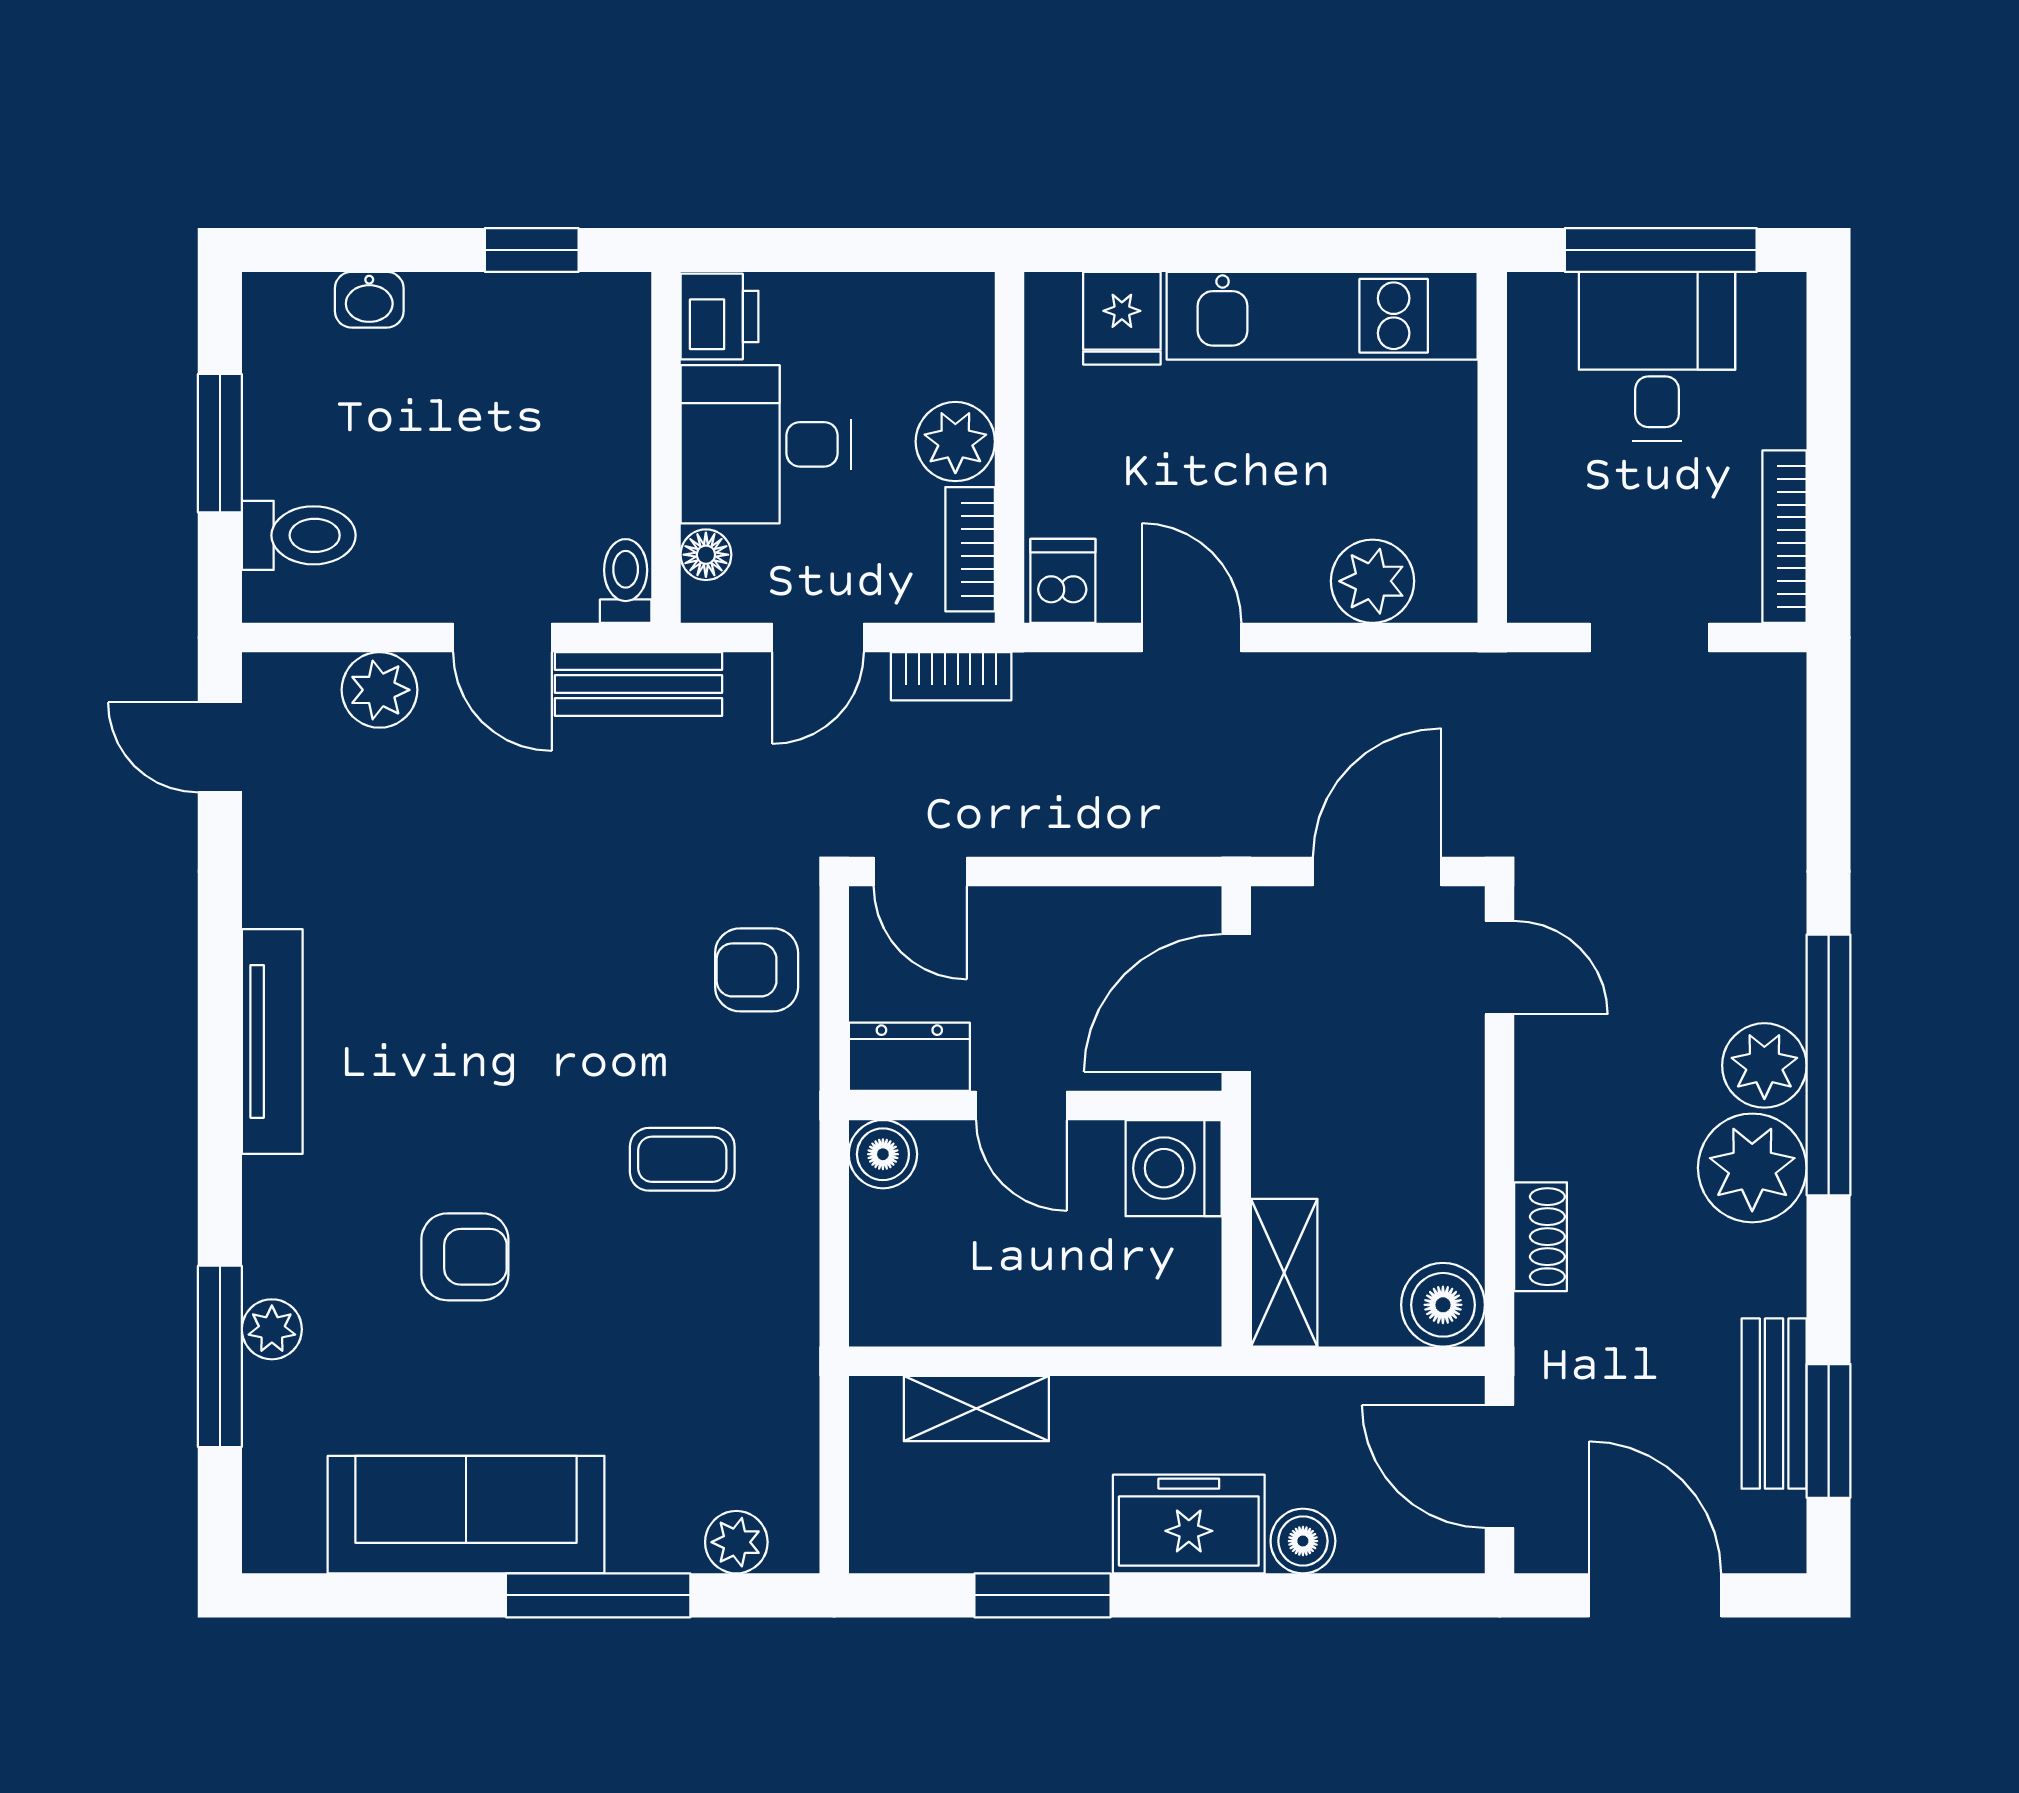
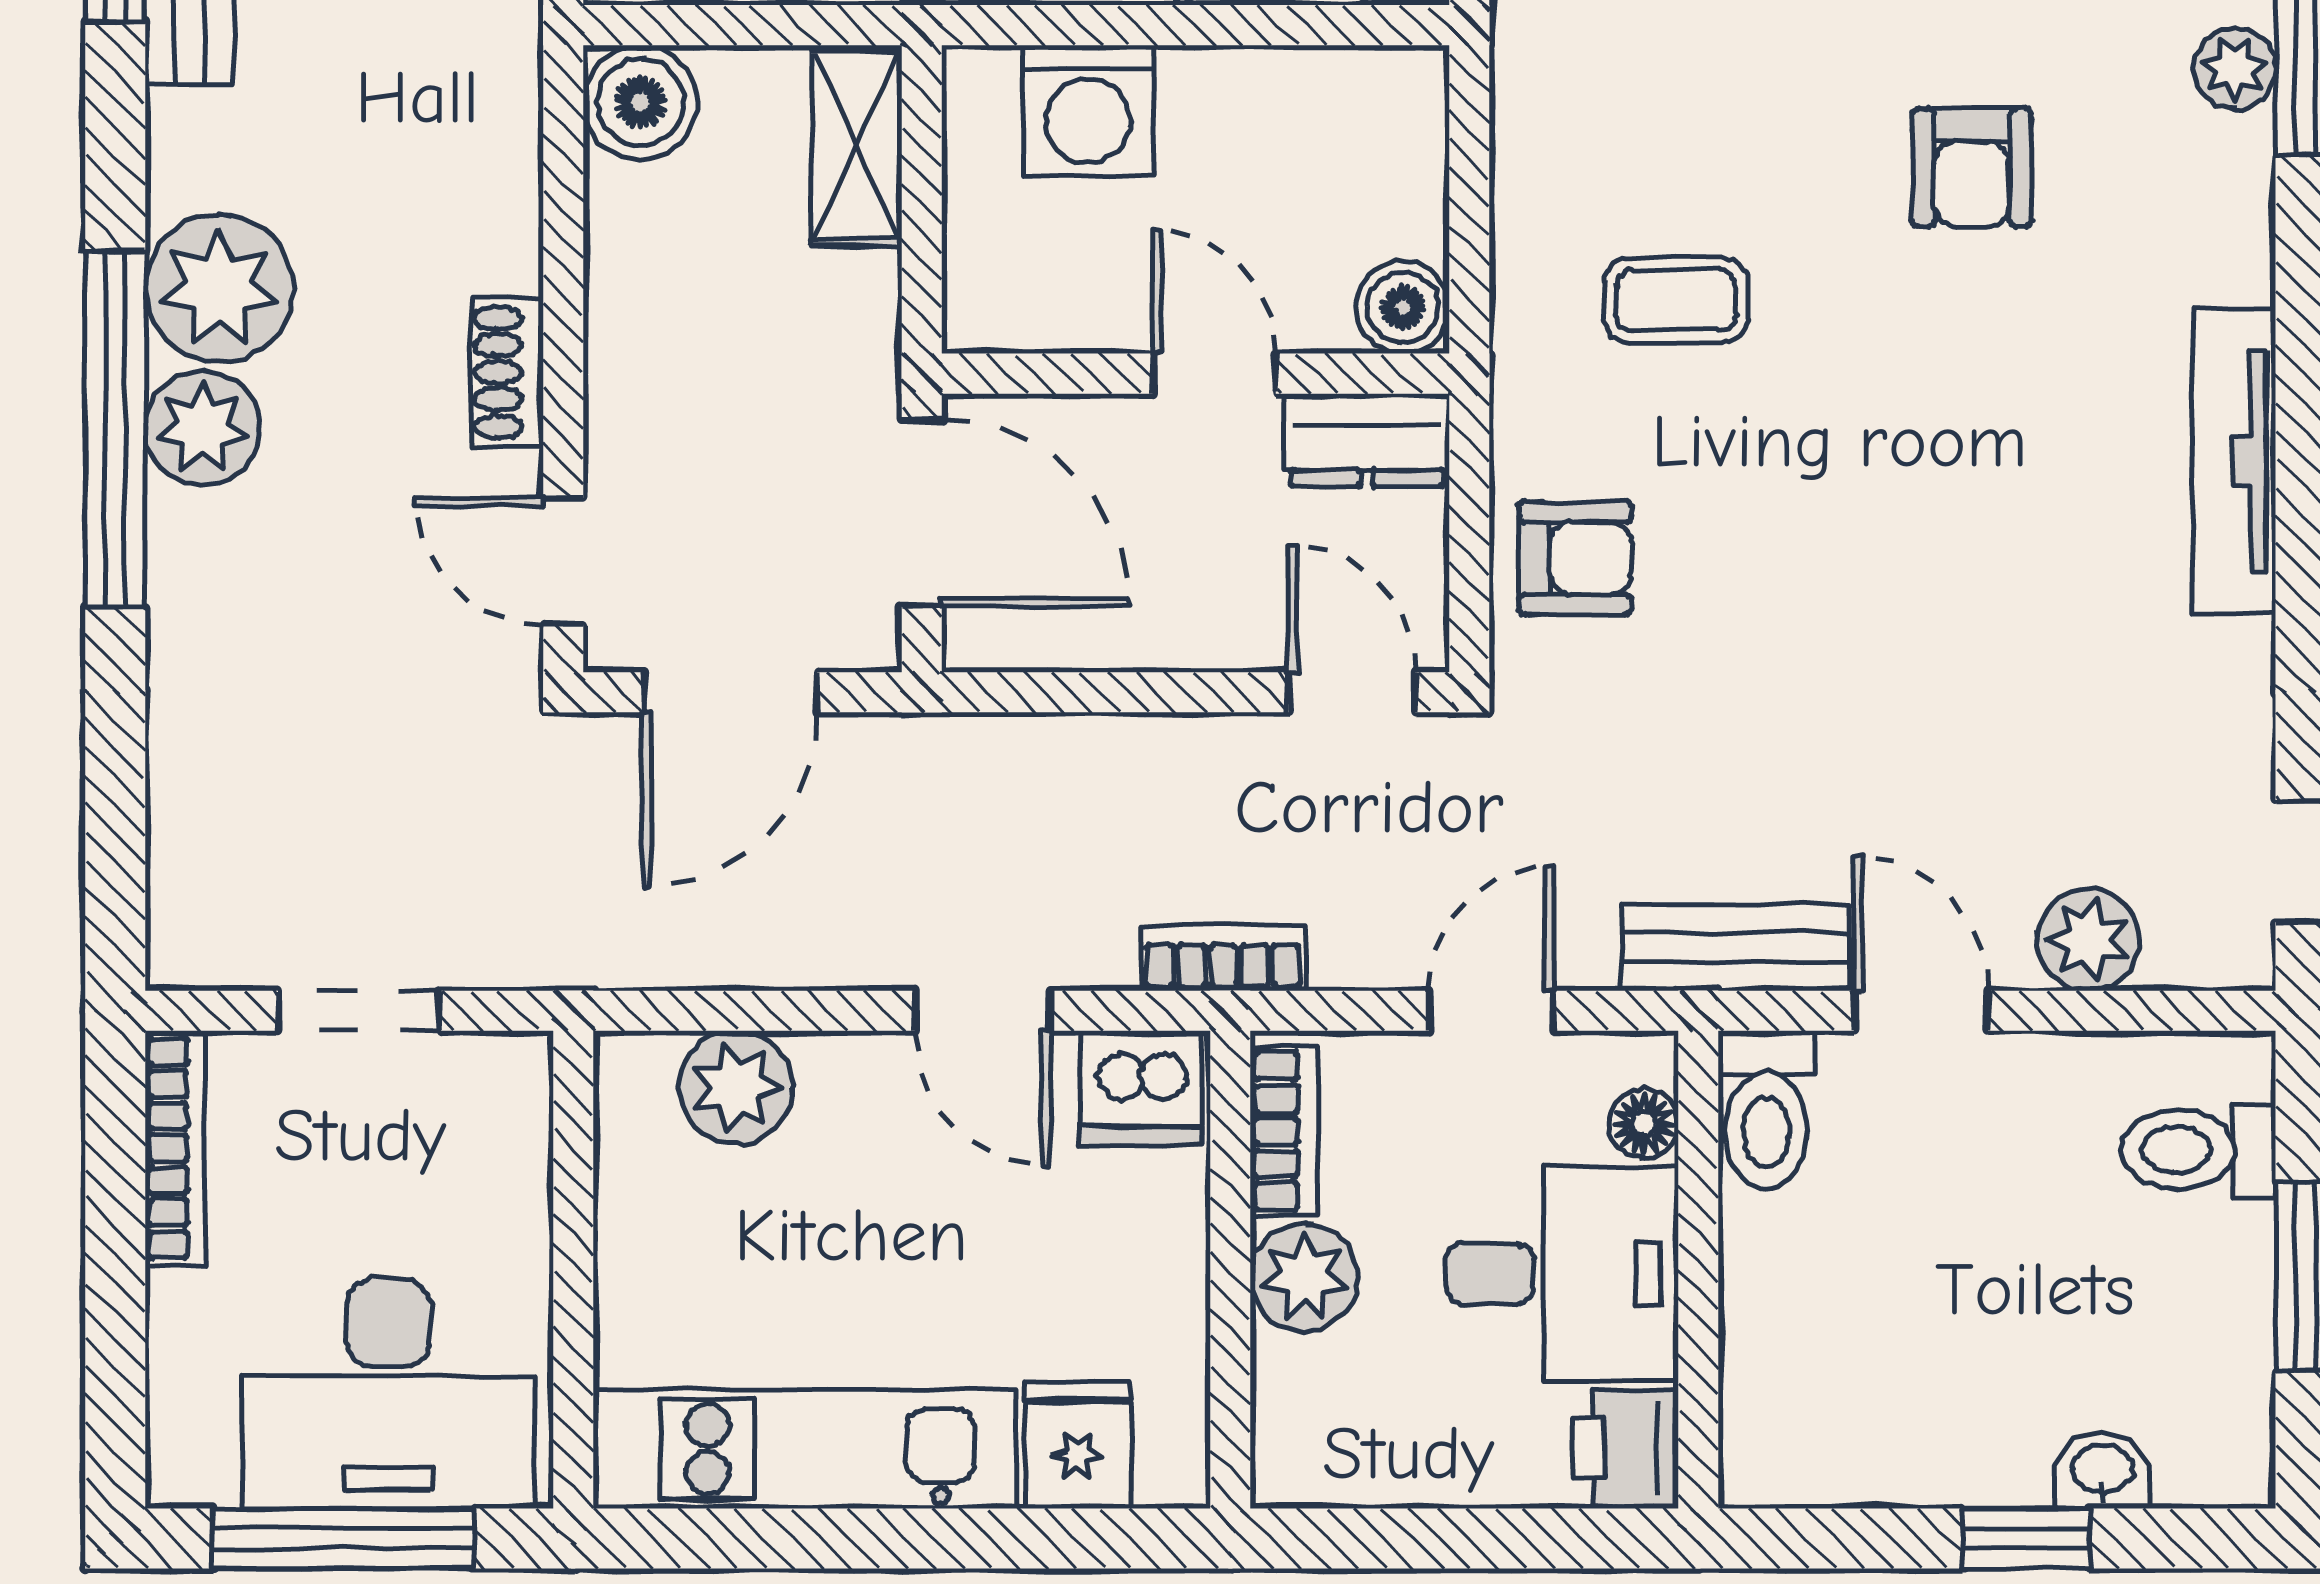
window: (532, 250) -> (2027, 1539), moved
desk: (1657, 356) -> (388, 1394), width x1.37
toilet: (626, 581) -> (1766, 1110), width x1.37, depth x1.39
dishwasher: (1063, 581) -> (1141, 1088), width x1.38
bookcase: (951, 676) -> (1223, 958), moved
door: (1236, 1003) -> (922, 513), hinge flipped
washing machine: (1174, 1168) -> (1088, 110), moved, turned 90
shoe rack: (1541, 1237) -> (507, 372), moved
armchair: (465, 1257) -> (1972, 168), turned -90

